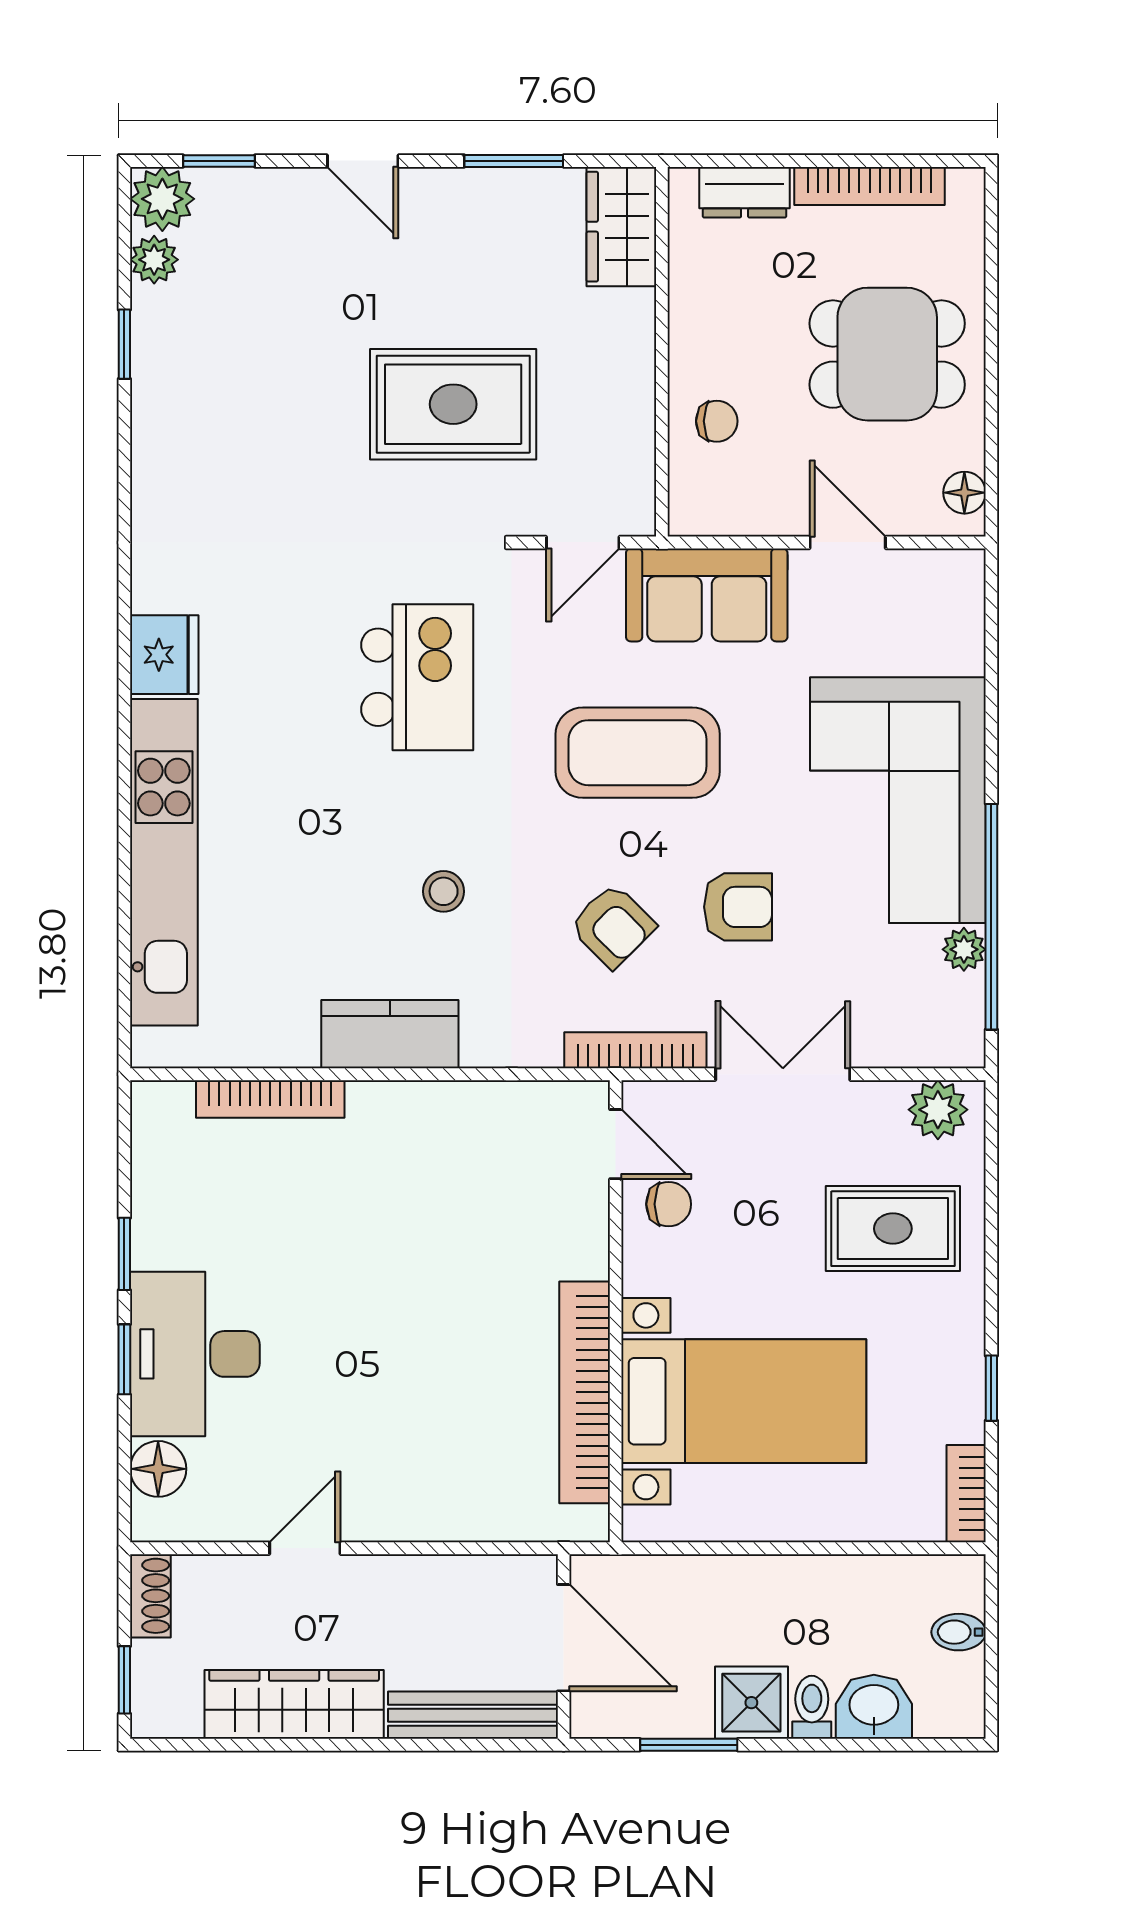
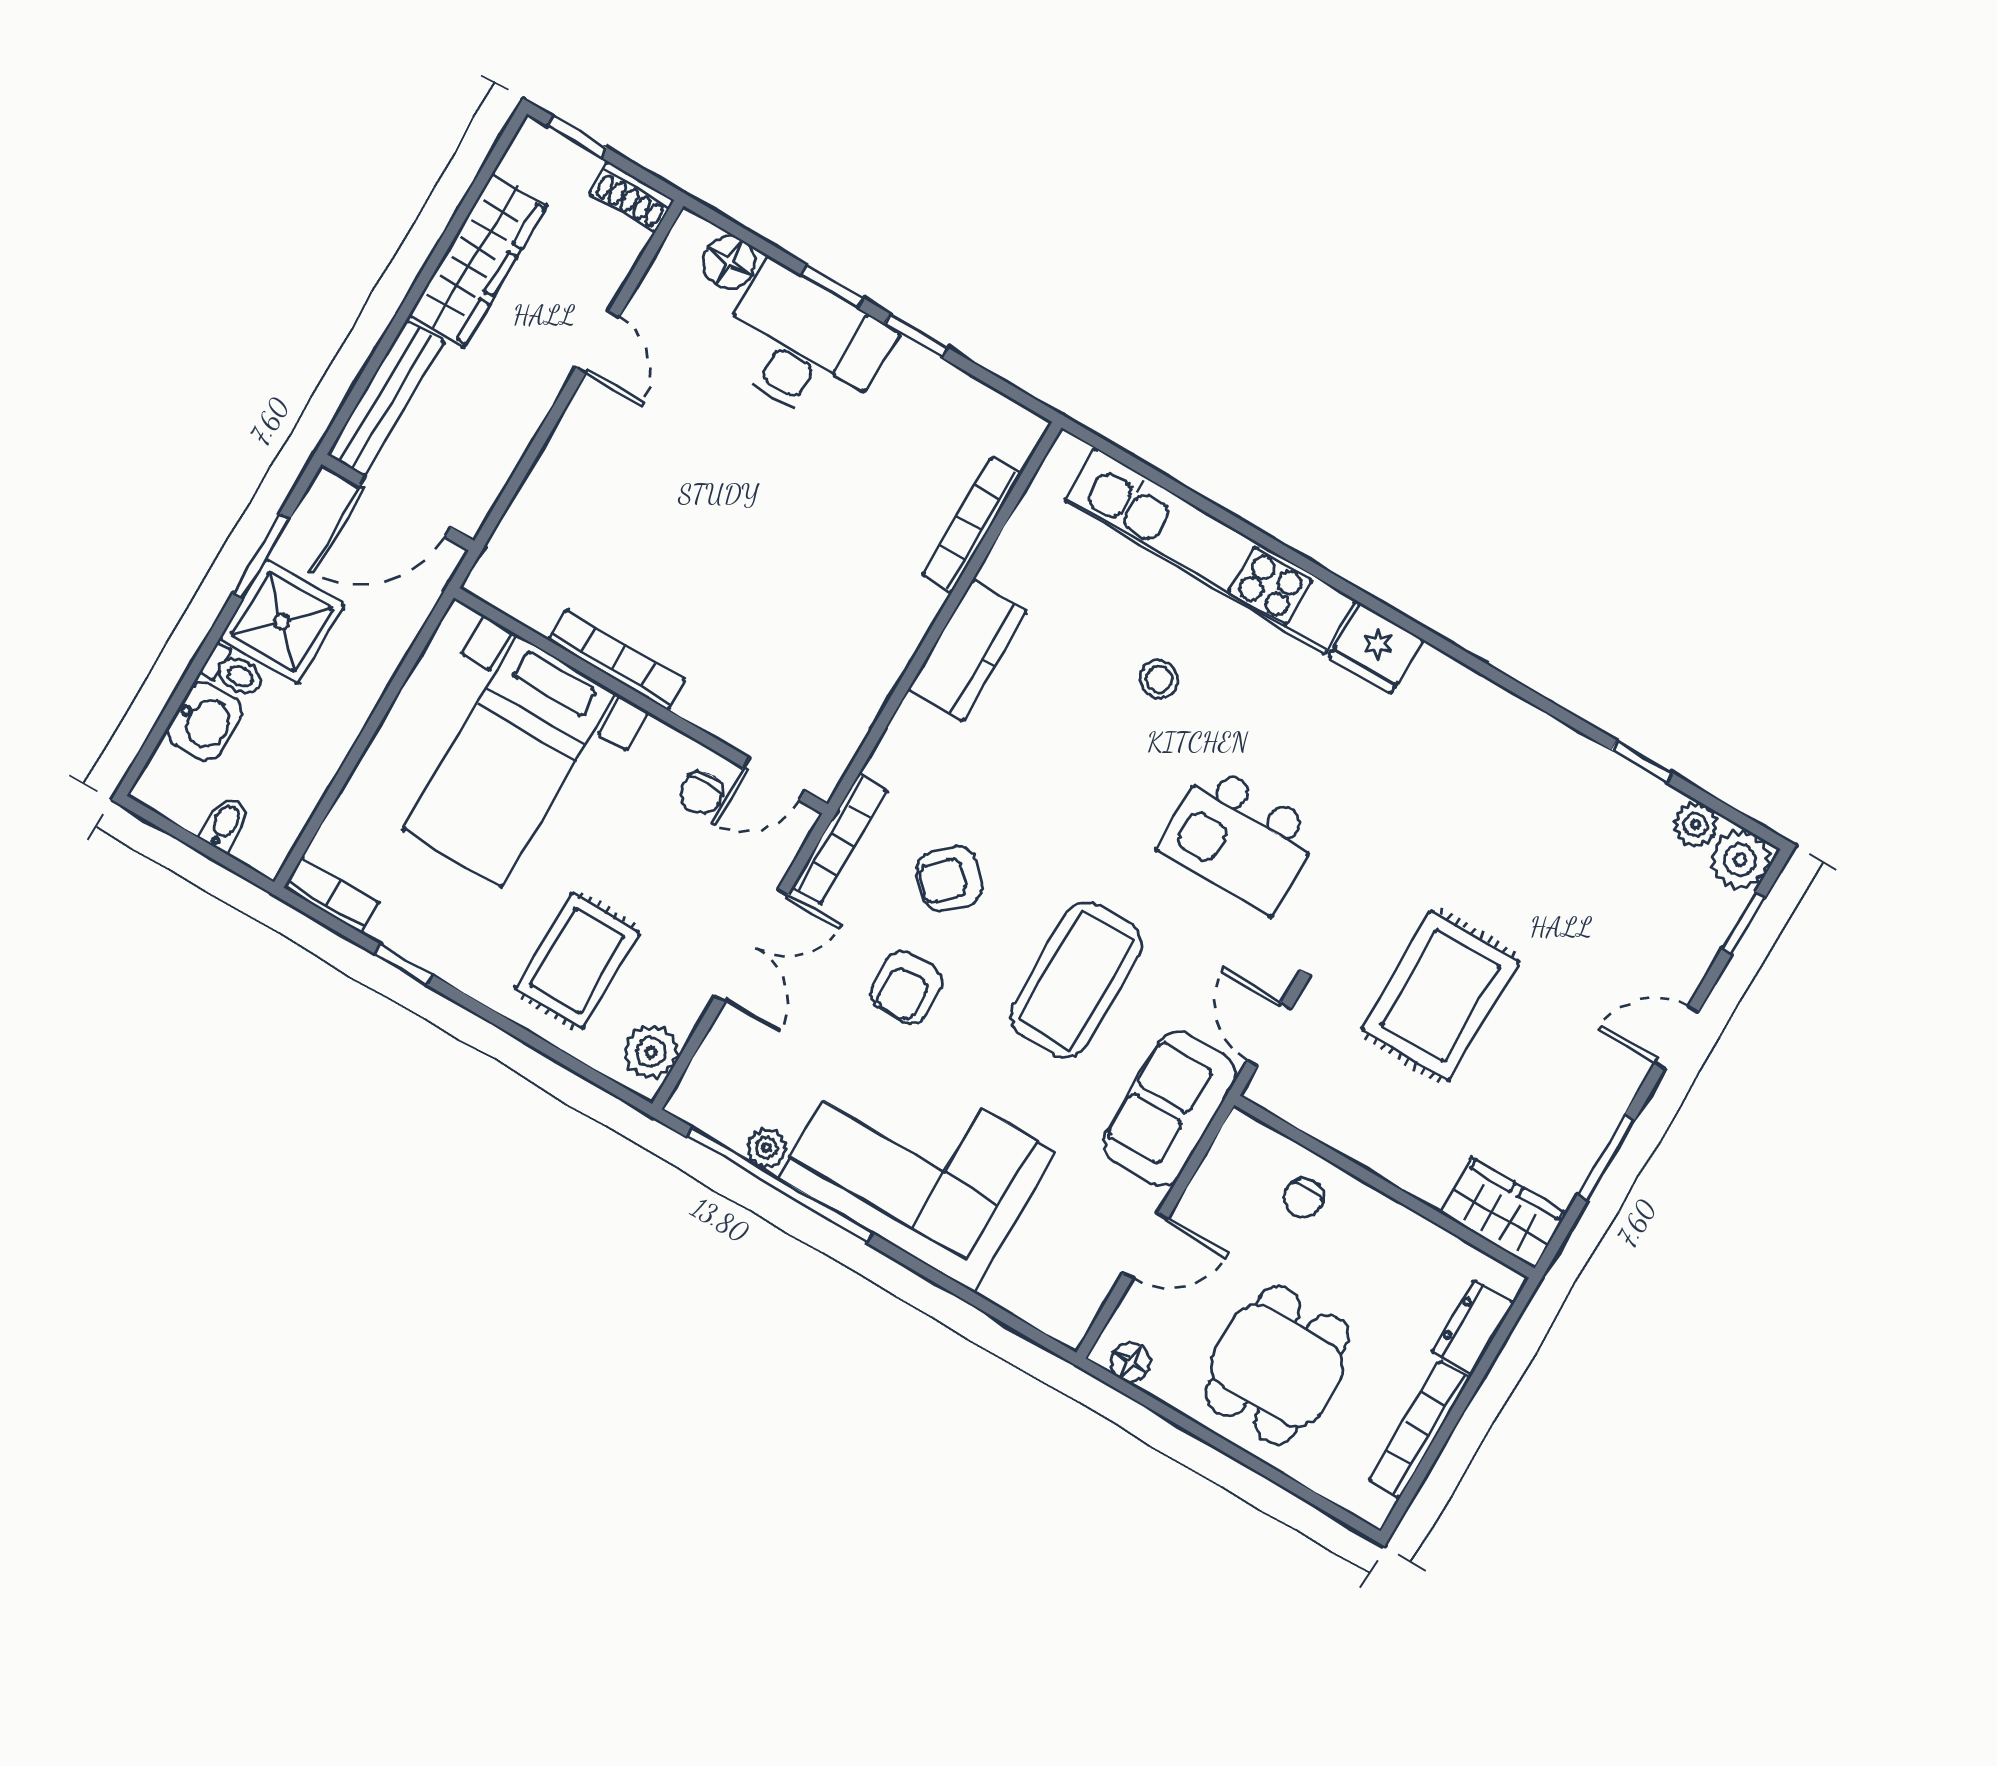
stool: (444, 891) -> (1159, 679), moved
bookcase: (585, 1392) -> (617, 660), width x0.68, depth x0.76
shower: (751, 1703) -> (282, 622), width x1.36, depth x1.36

